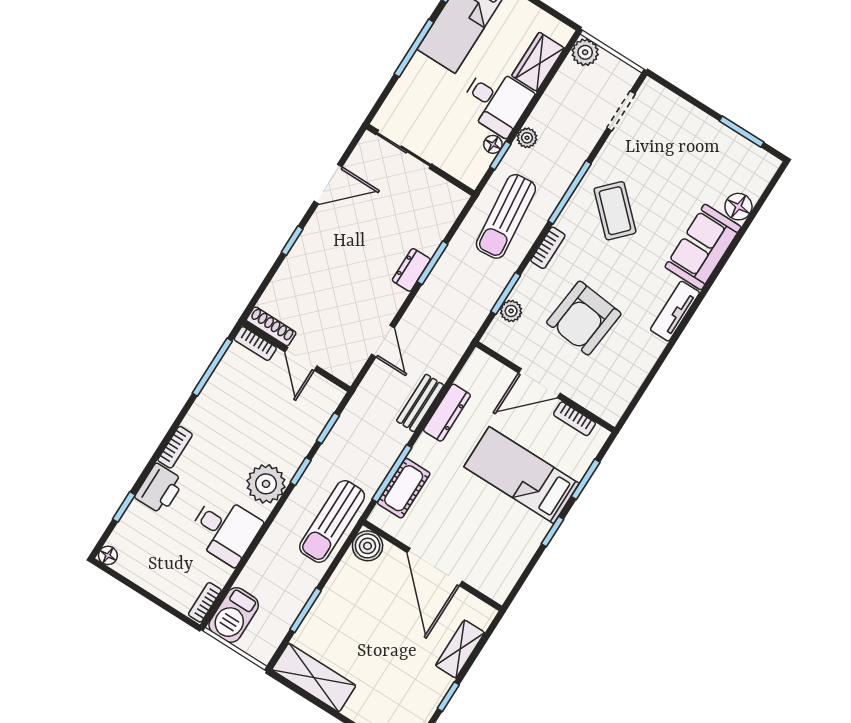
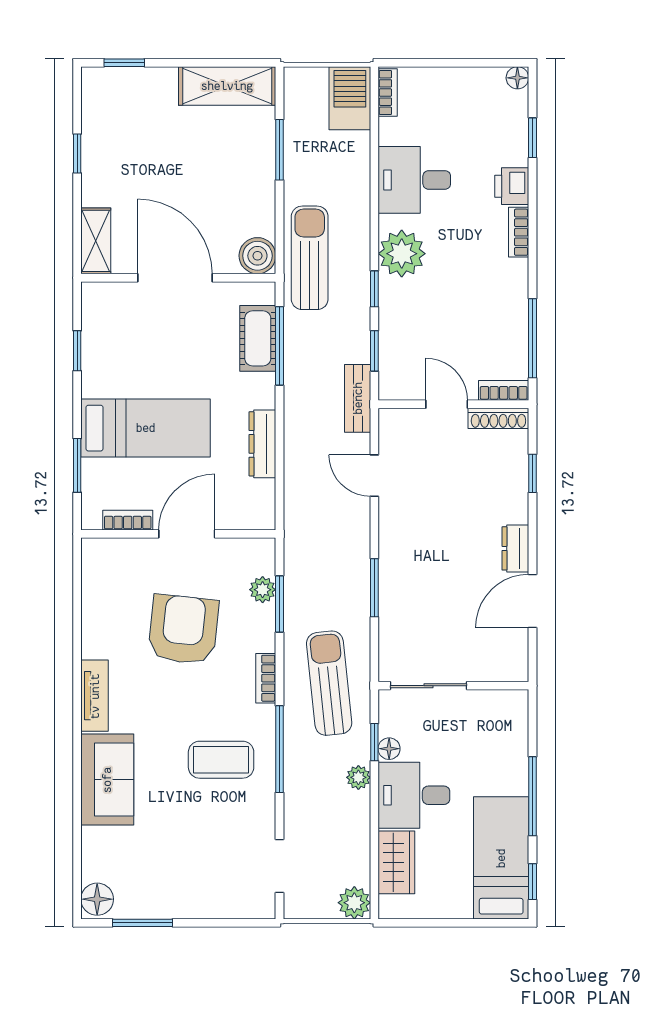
sliding door: (404, 149) -> (428, 686), moved
floor lamp: (738, 207) -> (97, 899), moved
coffee table: (615, 211) -> (221, 760), turned -44
window: (292, 241) -> (532, 473), moved
dresser: (411, 270) -> (515, 548), moved, turned 180
bench: (420, 403) -> (358, 398), moved
printer: (159, 489) -> (512, 186), width x0.73, depth x0.81
window: (553, 532) -> (77, 351), moved
shelving: (460, 649) -> (96, 241), moved

